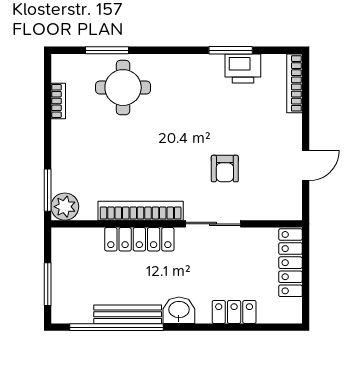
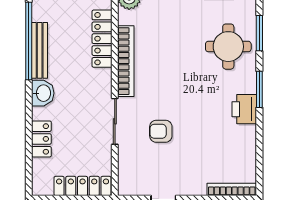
window: (231, 50) -> (259, 89), moved
printer: (243, 68) -> (244, 109), moved
locker: (139, 239) -> (102, 39), moved

